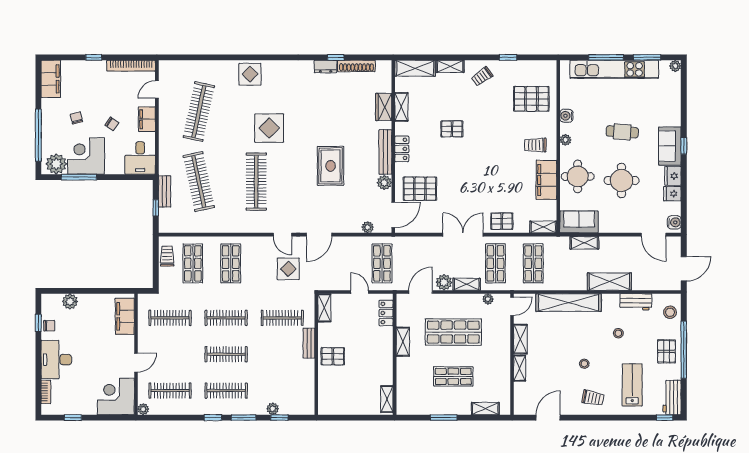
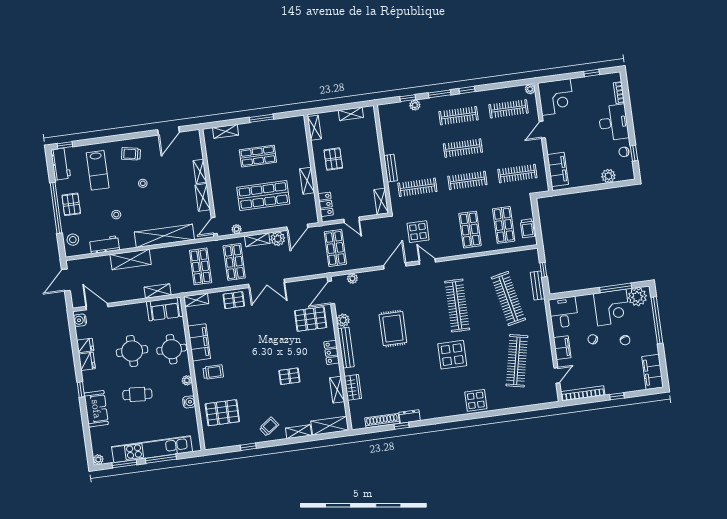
sofa: (670, 146) -> (96, 409), moved
pallet: (333, 356) -> (333, 159), moved, turned 90
shelving: (345, 409) -> (351, 114), added

